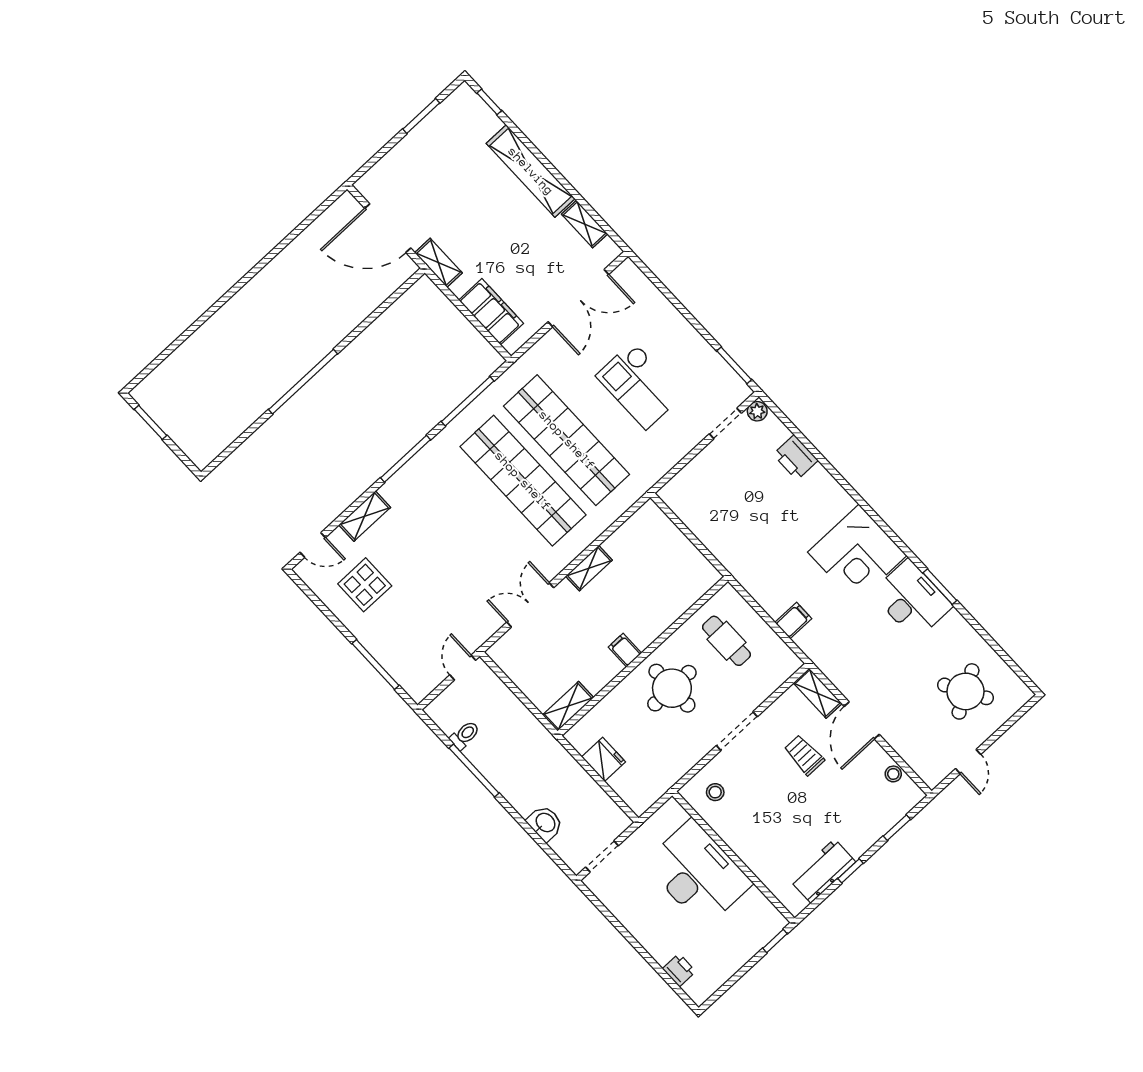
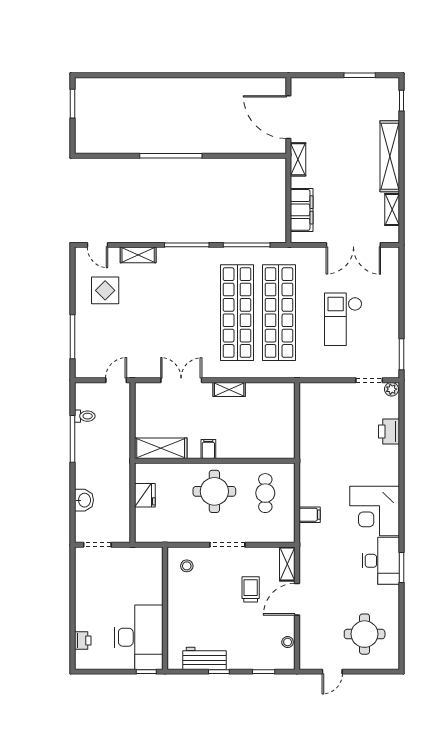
round table: (965, 691) -> (365, 634), turned 30
shelving: (568, 706) -> (161, 448), width x1.50, depth x1.33
desk: (698, 873) -> (139, 637), moved

